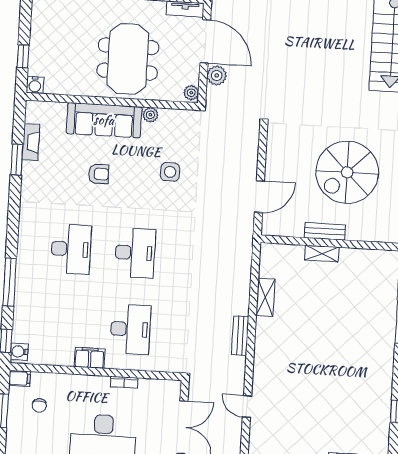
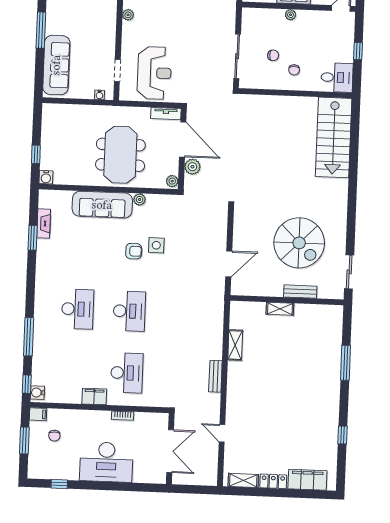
spiral stairs: (347, 172) -> (299, 243), turned -90
armchair: (99, 174) -> (134, 251), moved
bench: (325, 231) -> (300, 292), moved

